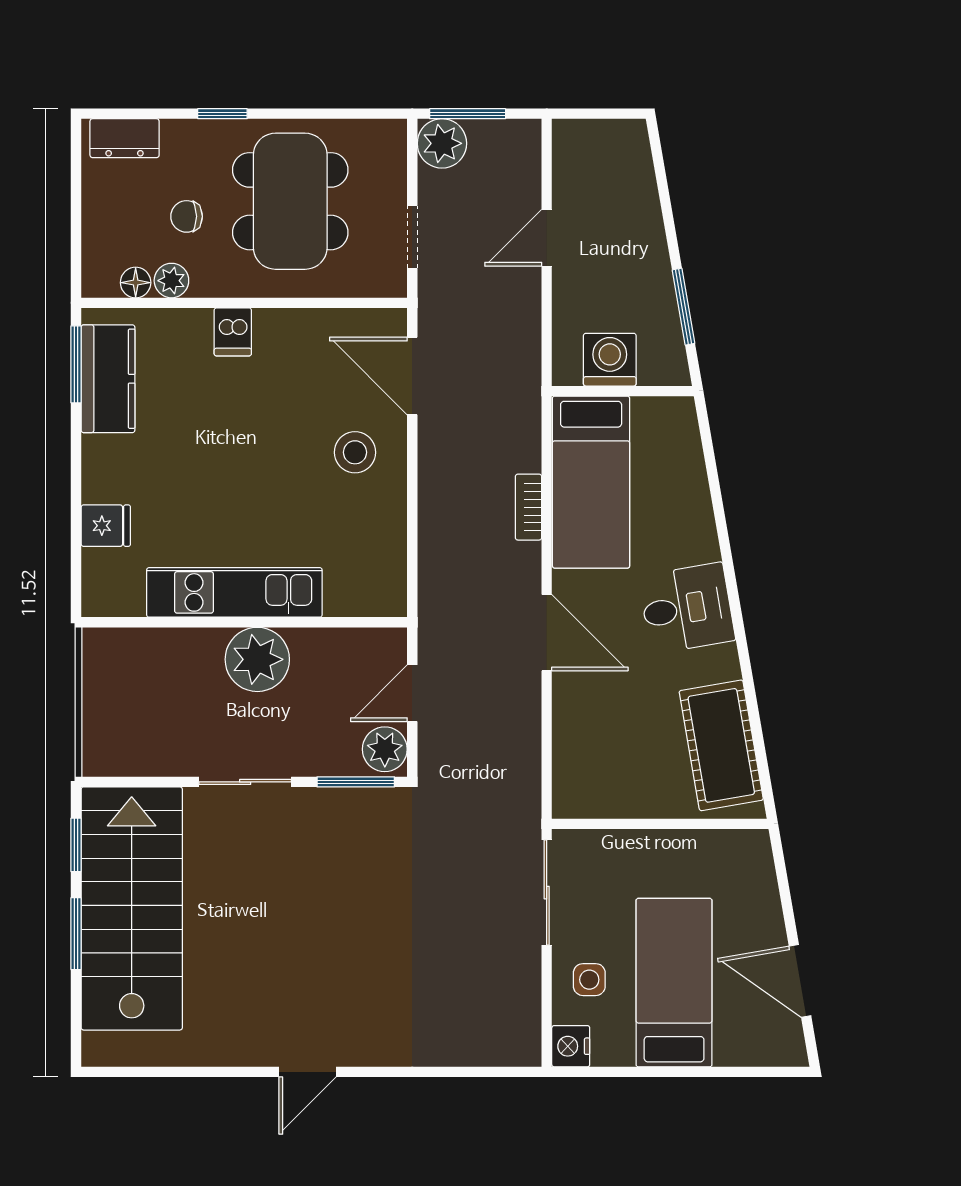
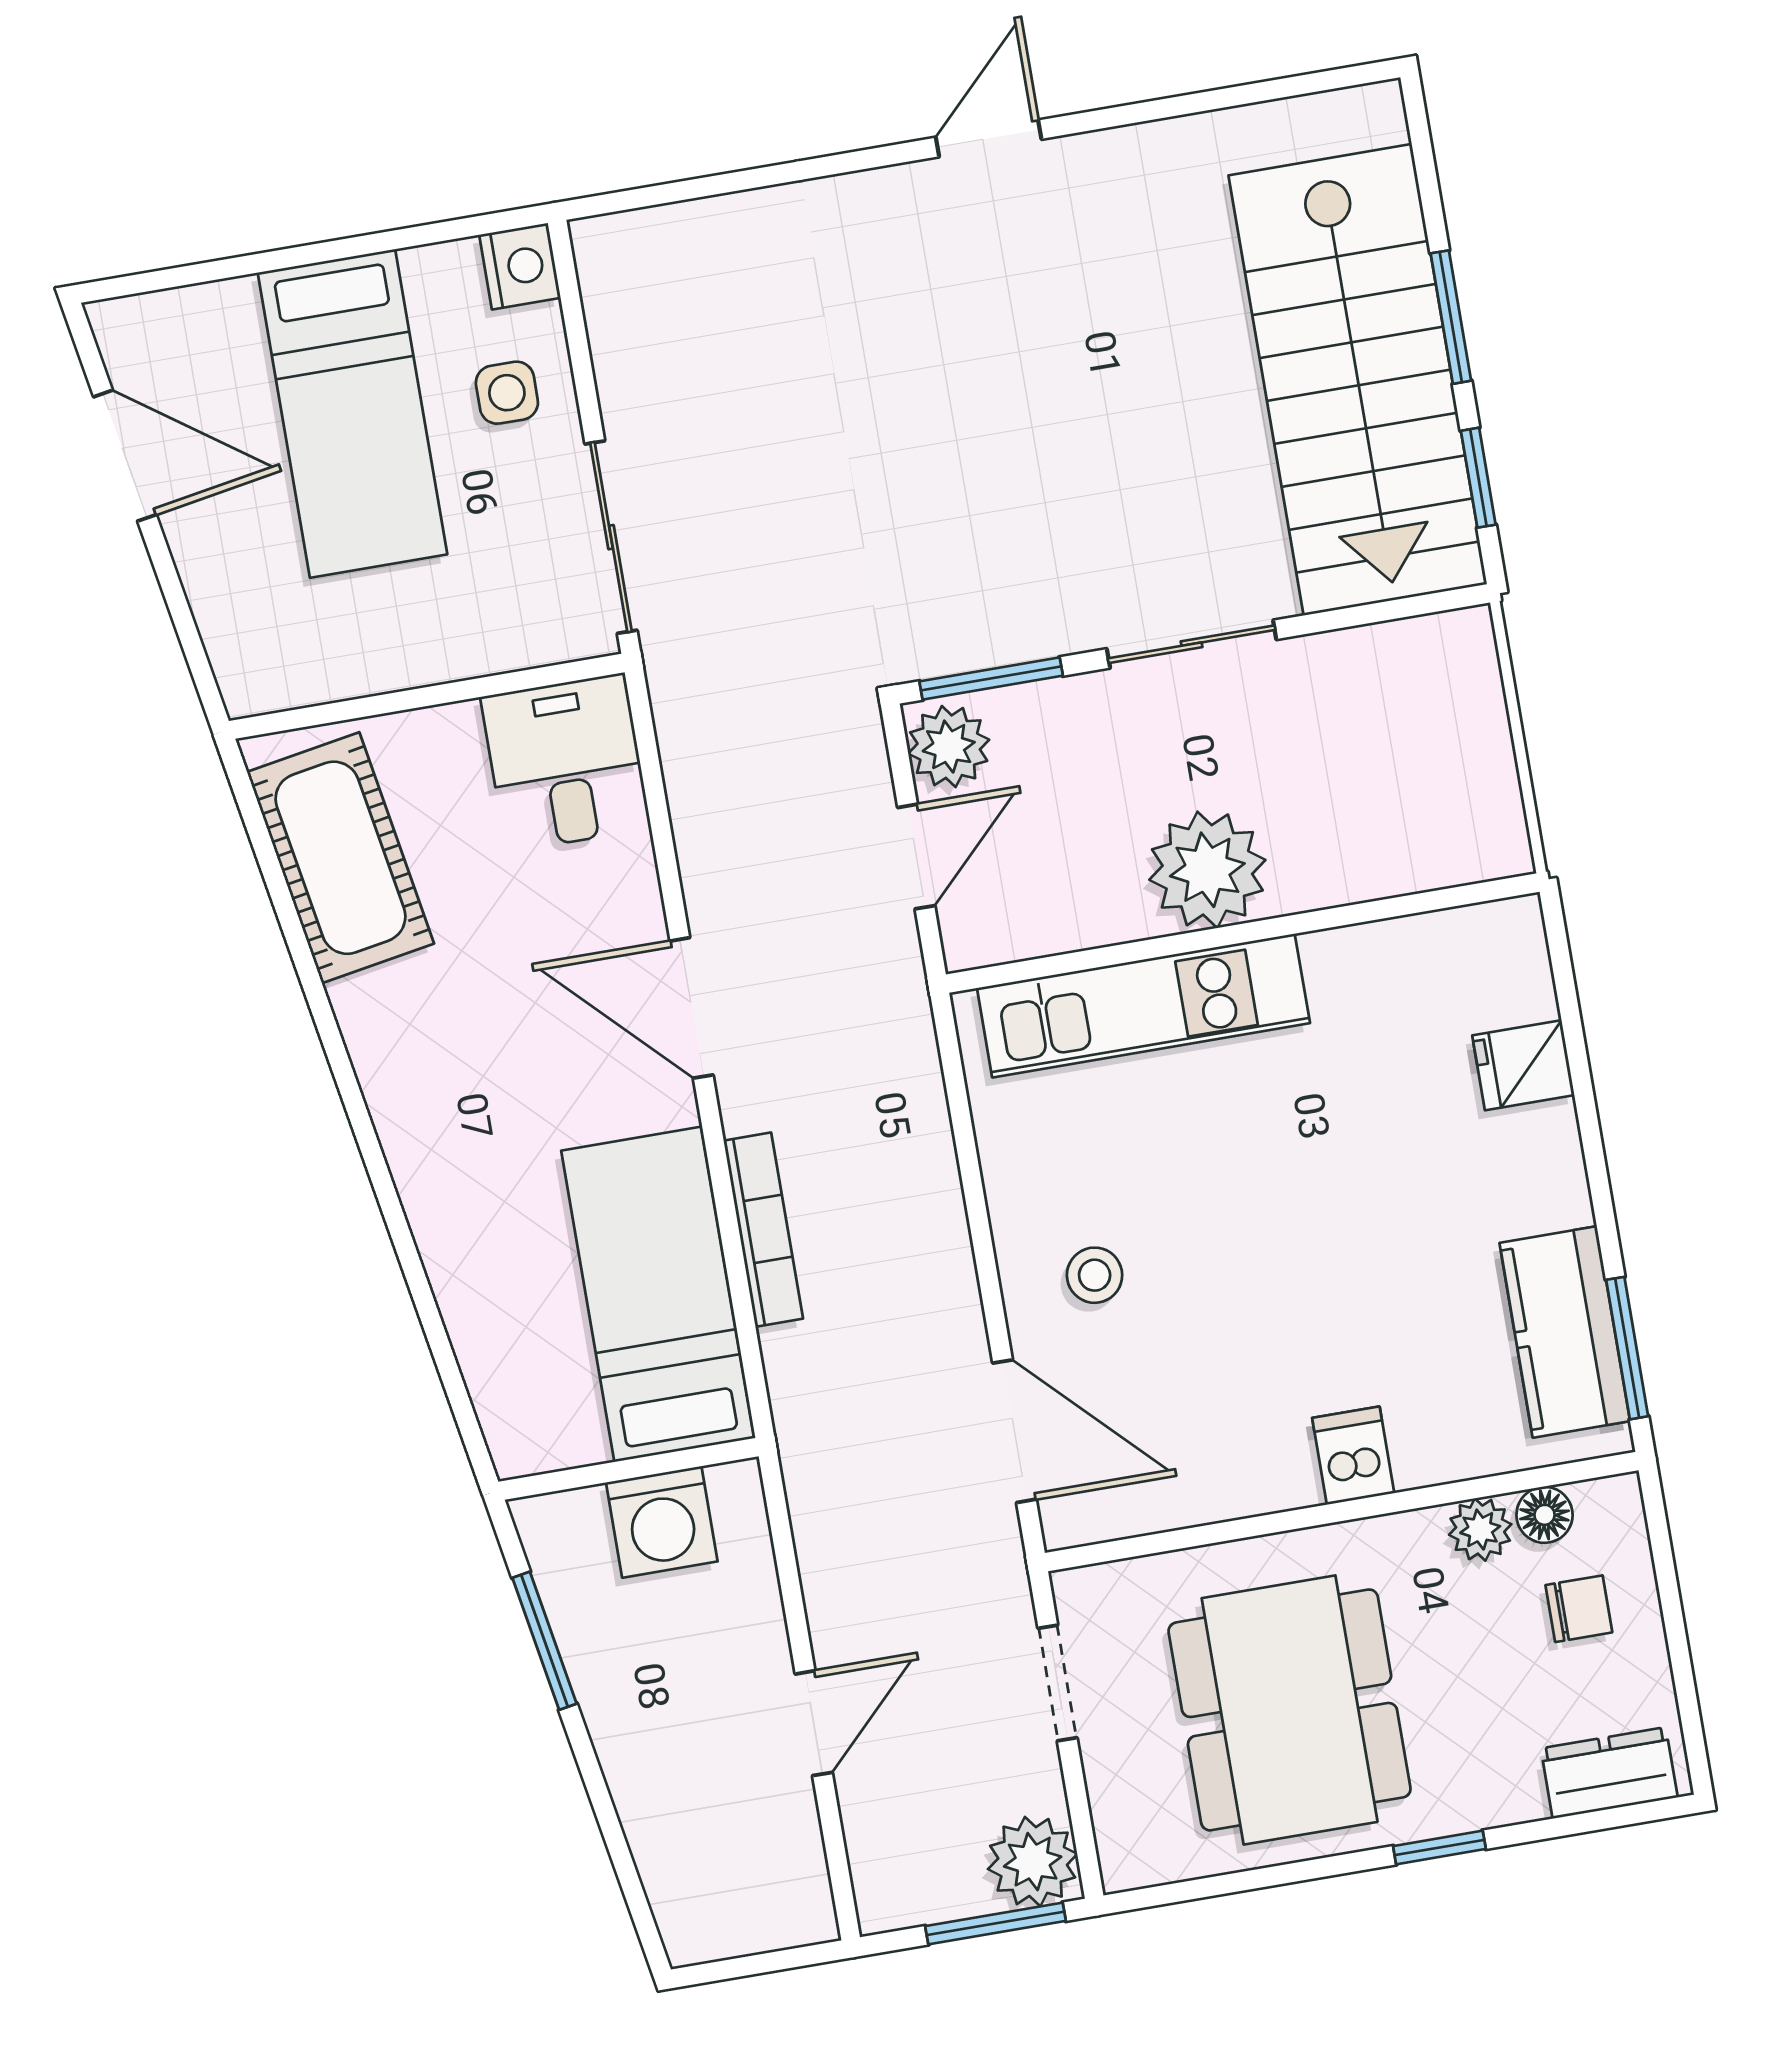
chair: (187, 216) -> (1579, 1609), moved
stool: (355, 452) -> (1095, 1275), width x0.73, depth x0.73
bookcase: (528, 507) -> (763, 1230), width x1.56
kitchen unit: (234, 592) -> (1143, 1006), moved
desk: (687, 608) -> (566, 763), moved, turned 100

